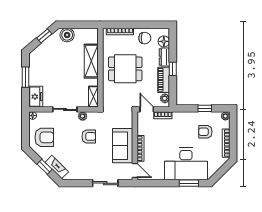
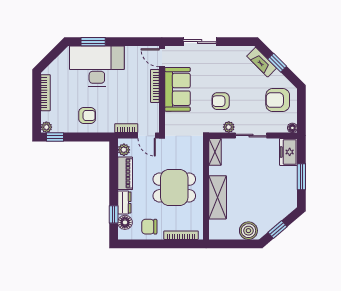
window: (173, 69) -> (114, 214), moved
window: (205, 108) -> (55, 137), moved
armchair: (205, 132) -> (87, 116), moved

